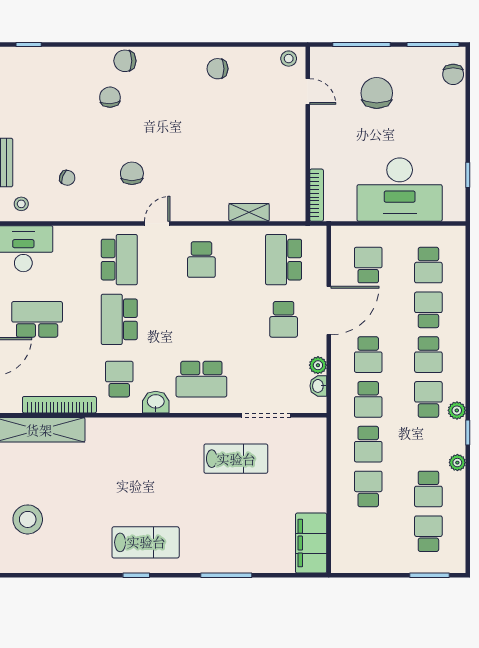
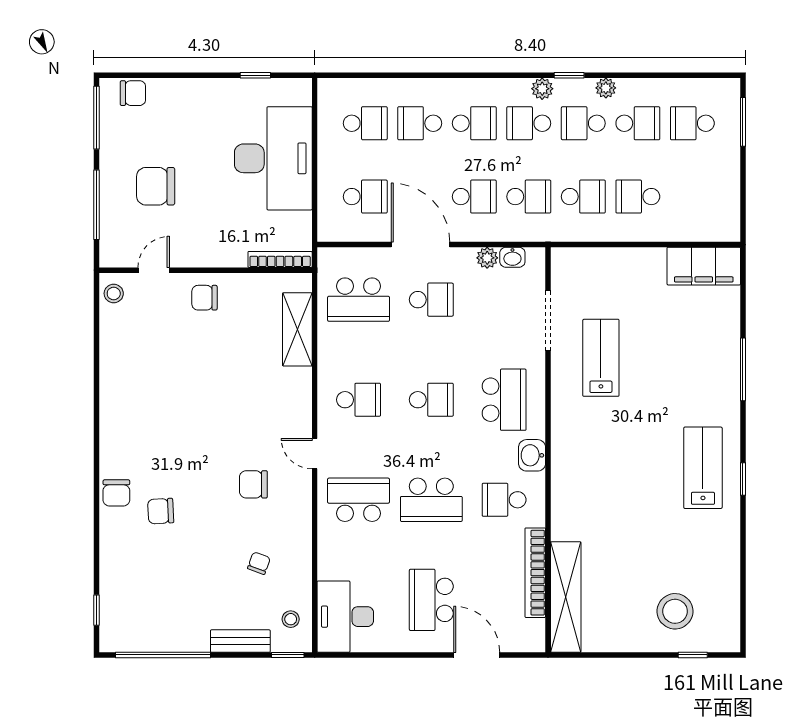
chair: (218, 69) -> (205, 298), moved, turned 90
shelving: (249, 212) -> (297, 329), width x1.50, depth x1.33
school desk: (368, 265) -> (365, 197), turned 180
school desk: (201, 319) -> (431, 400), added
school desk: (428, 444) -> (583, 123), added

